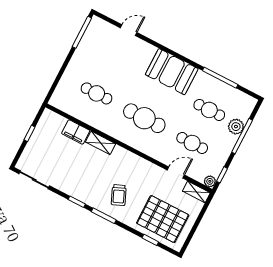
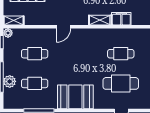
cafe table: (144, 118) -> (121, 83), moved
door: (176, 173) -> (63, 27), moved

